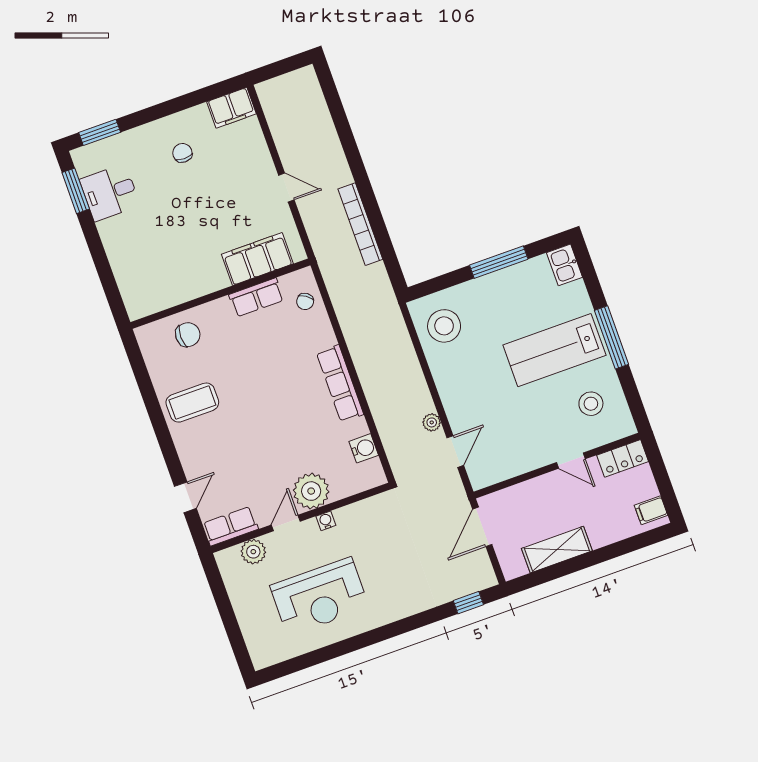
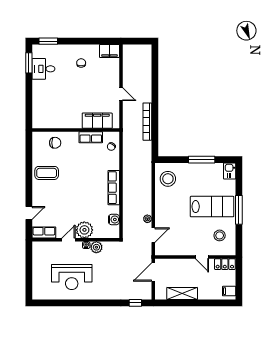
lab bench: (554, 350) -> (212, 207), turned 180
plant: (253, 552) -> (96, 247), moved

